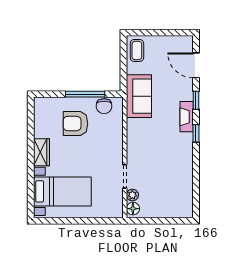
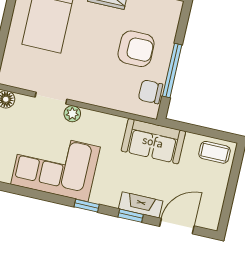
fireplace: (187, 117) -> (141, 205), moved
armchair: (75, 124) -> (136, 49), turned 90
corner sofa: (172, 162) -> (55, 166), added
plant: (132, 195) -> (72, 114), moved

